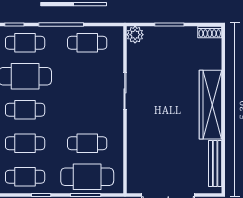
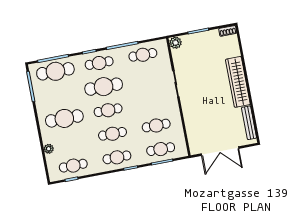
cafe table: (87, 177) -> (161, 149), width x0.73, depth x0.74

